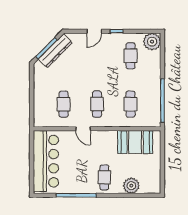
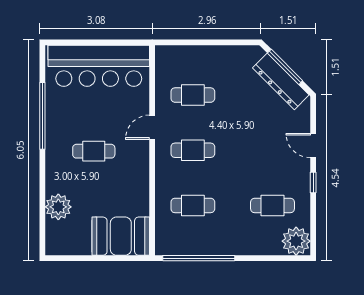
booth: (135, 142) -> (121, 236), moved, turned 90
cafe table: (104, 177) -> (94, 151), moved

